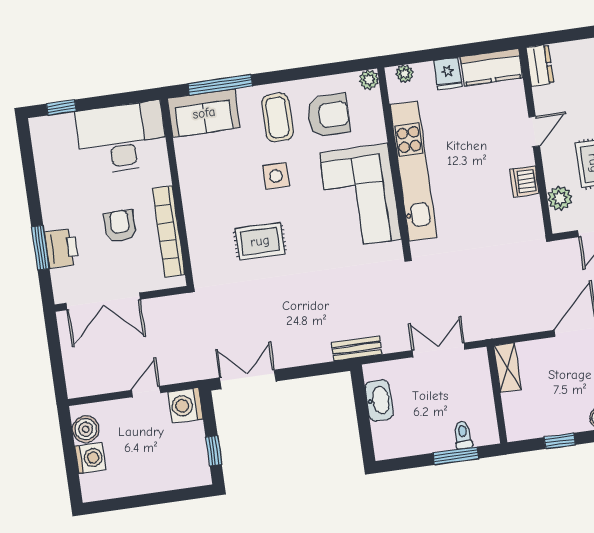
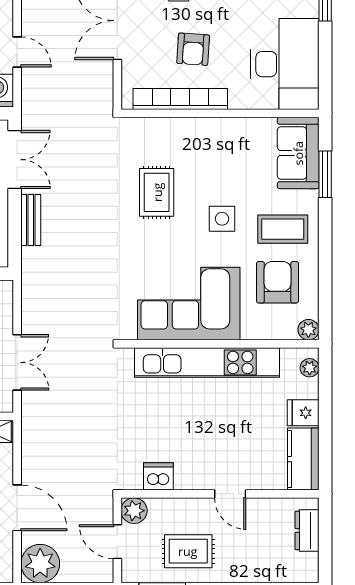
dresser: (540, 66) -> (307, 530), moved, turned 90
window: (220, 85) -> (325, 174), width x0.69
armchair: (328, 115) -> (278, 282), turned 180
dishwasher: (524, 181) -> (158, 476), moved
plant: (560, 198) -> (134, 511), moved
armchair: (120, 226) -> (193, 49), turned 94
bench: (357, 348) -> (31, 220), moved

